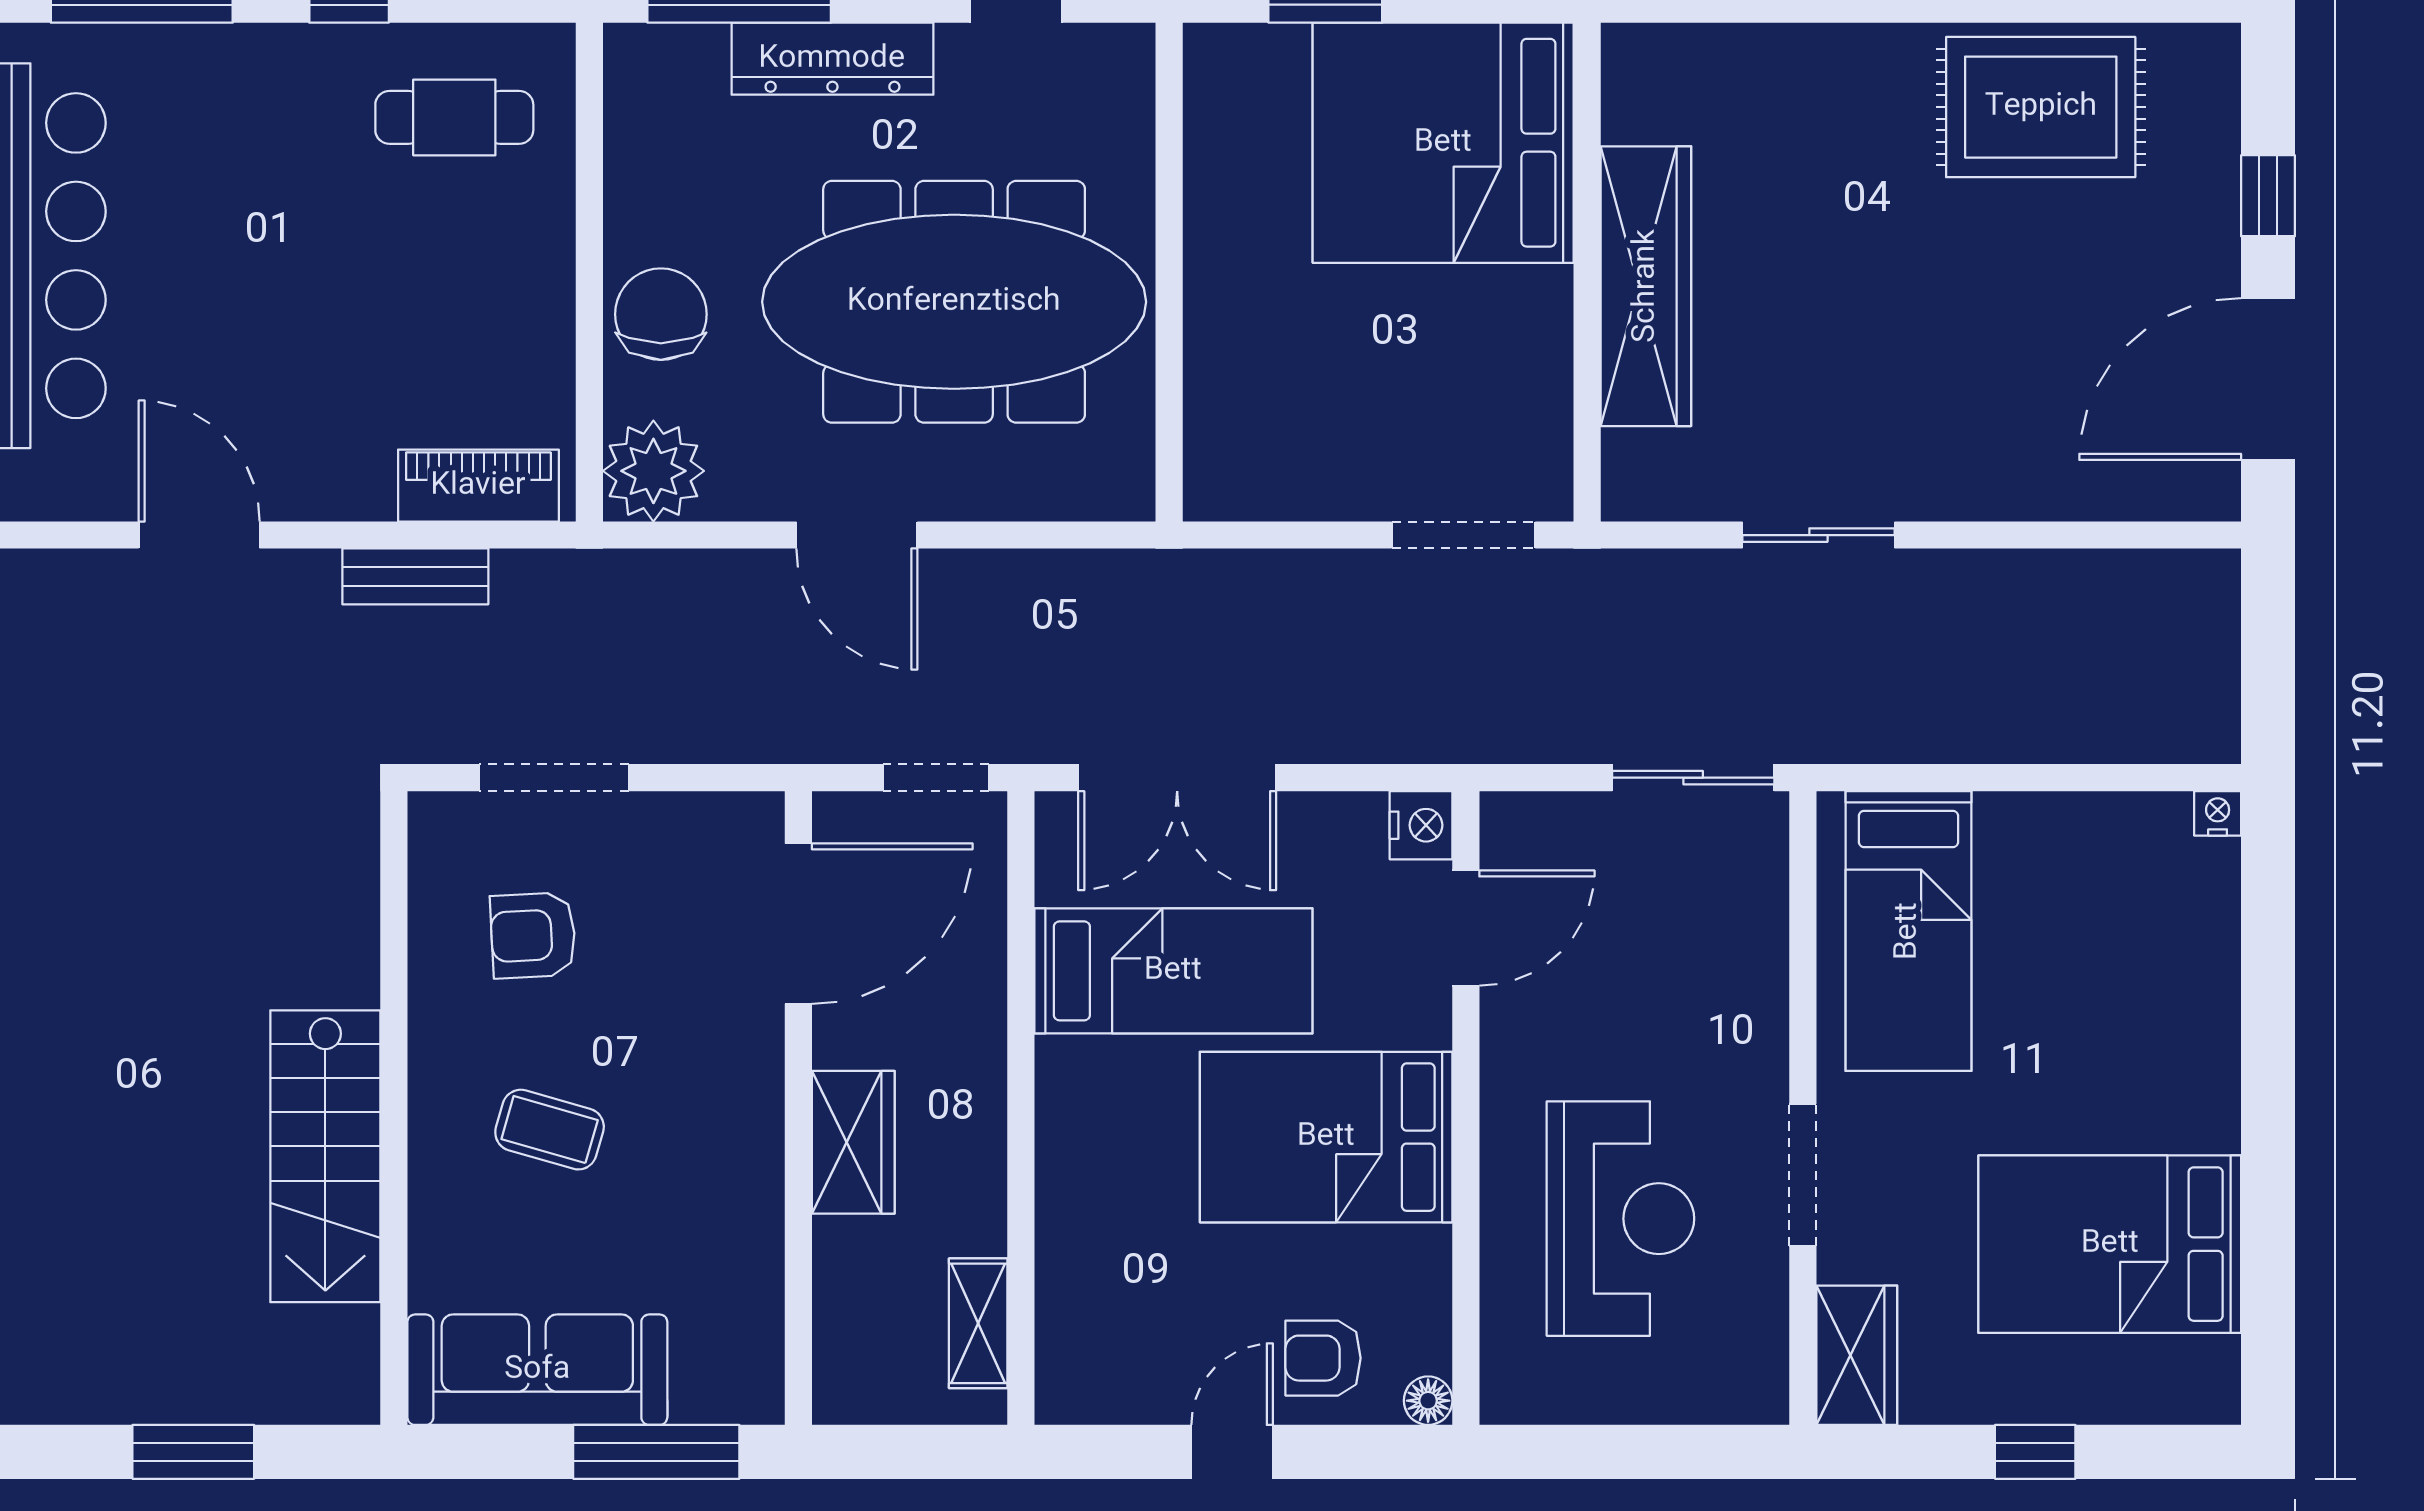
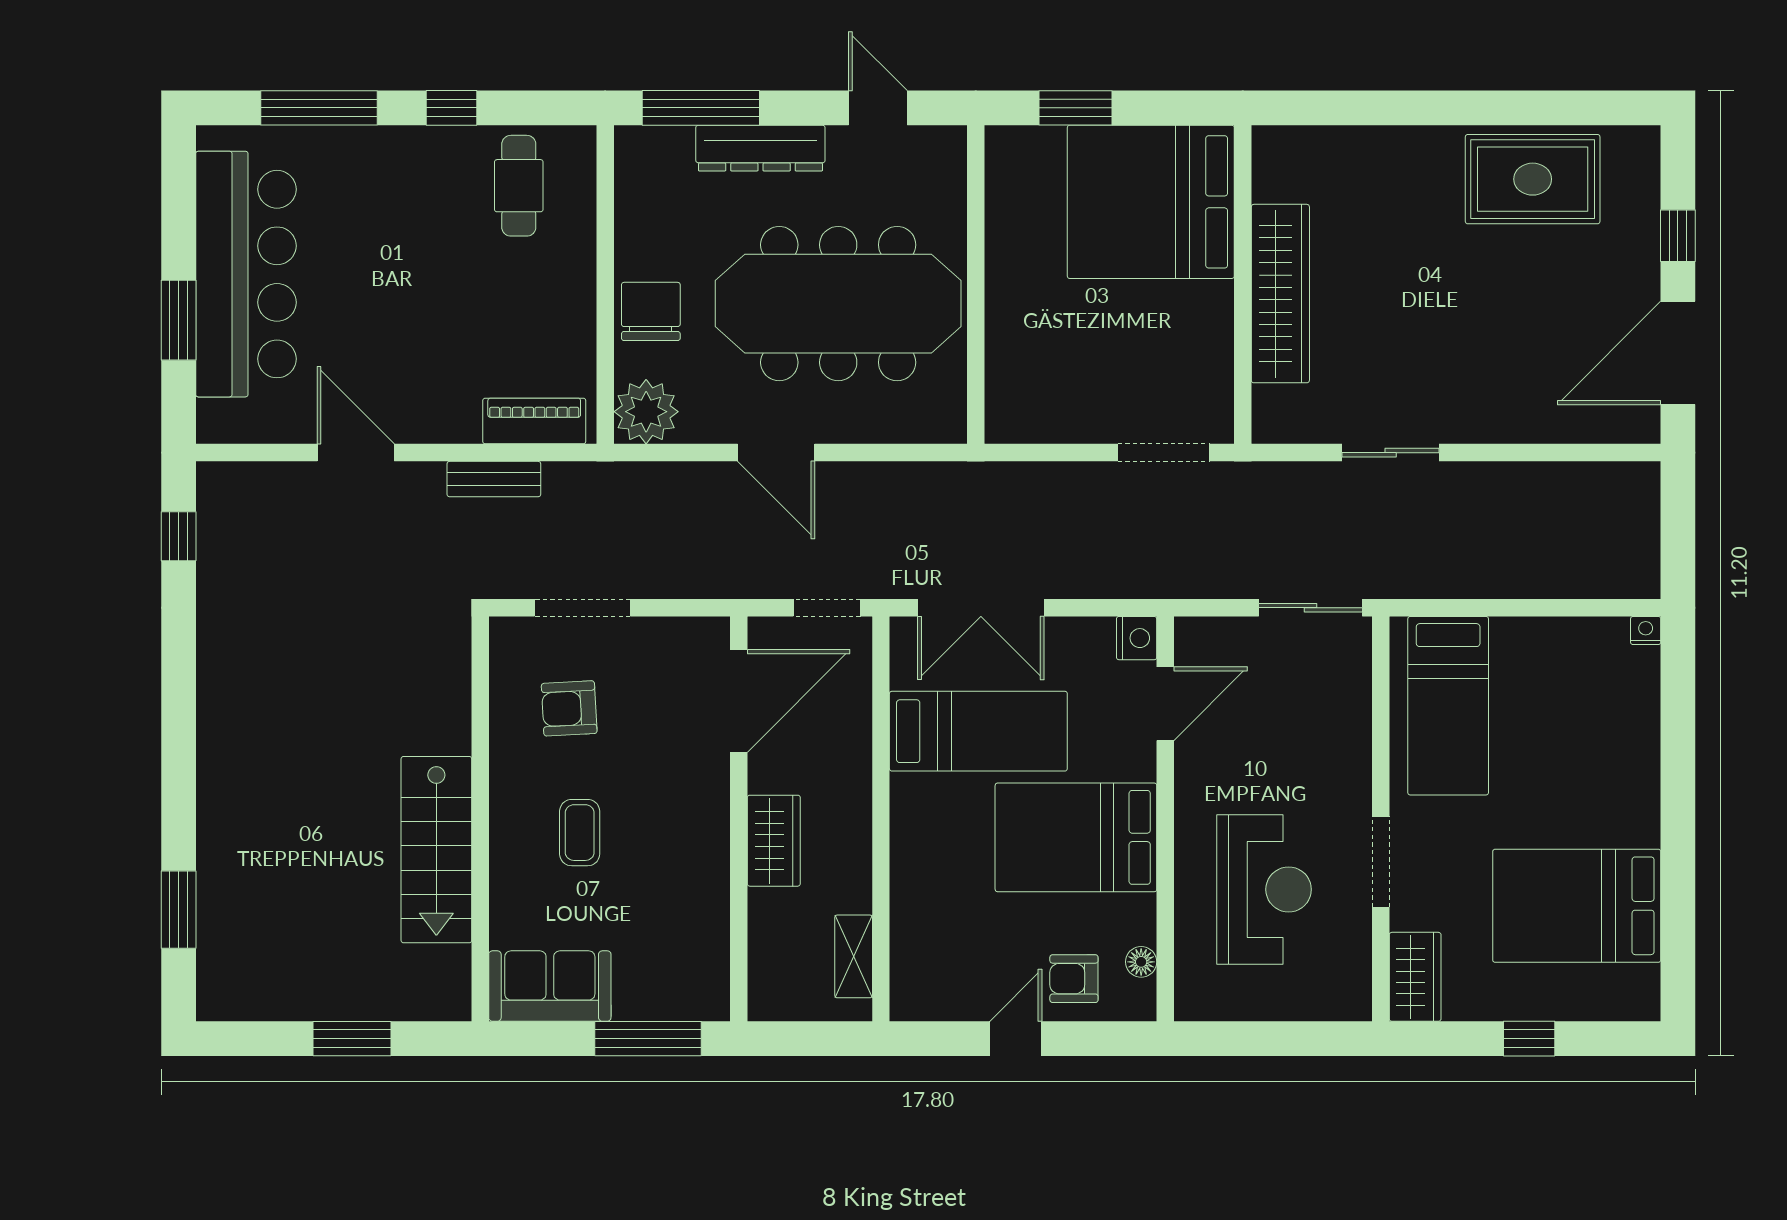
cafe table: (454, 117) -> (519, 186), turned 90
coffee table: (550, 1130) -> (580, 833), turned 74
sofa: (537, 1370) -> (550, 986), width x0.73
floor lamp: (1428, 1401) -> (1141, 962), moved

